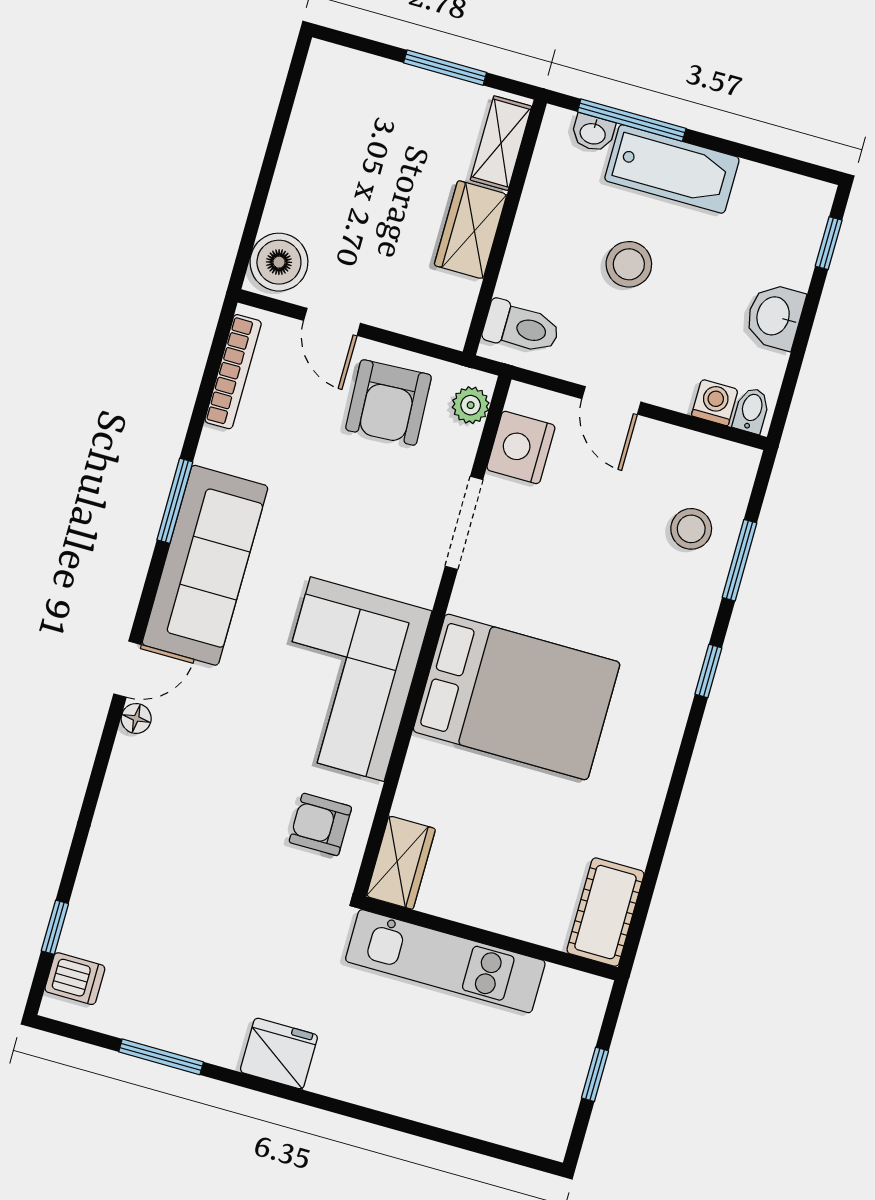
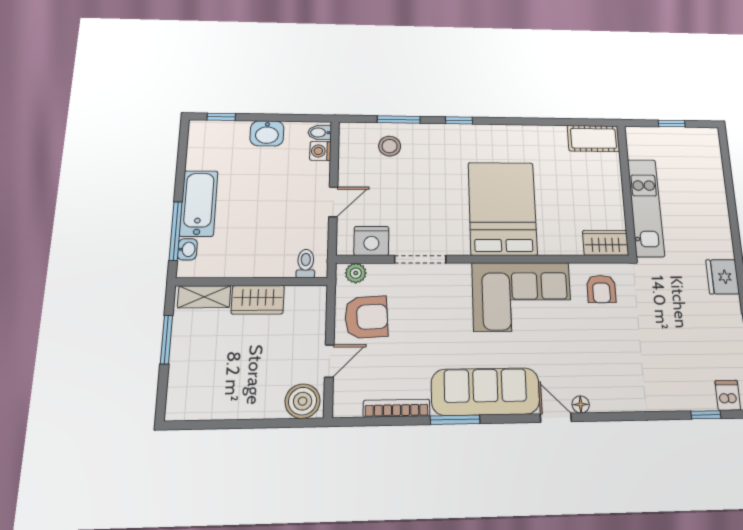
stool: (629, 264) -> (257, 212), removed
toilet: (521, 327) -> (306, 263), width x0.73, depth x0.72
bookcase: (233, 372) -> (397, 408), moved

